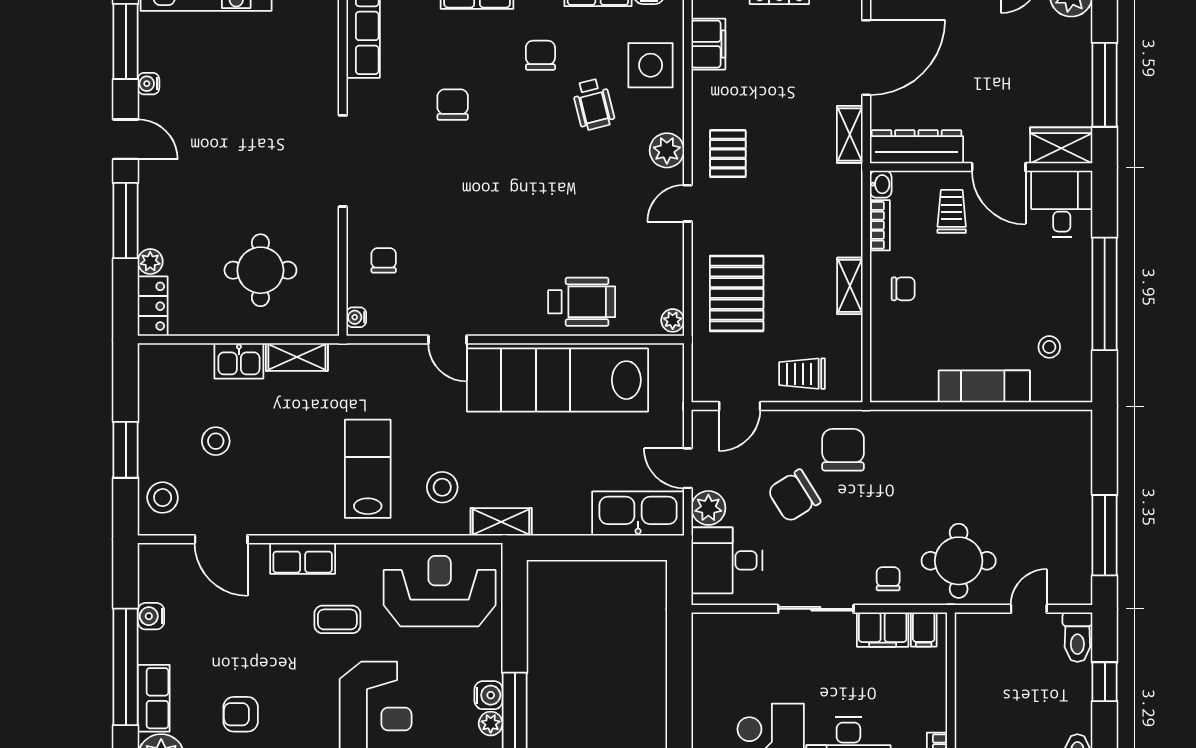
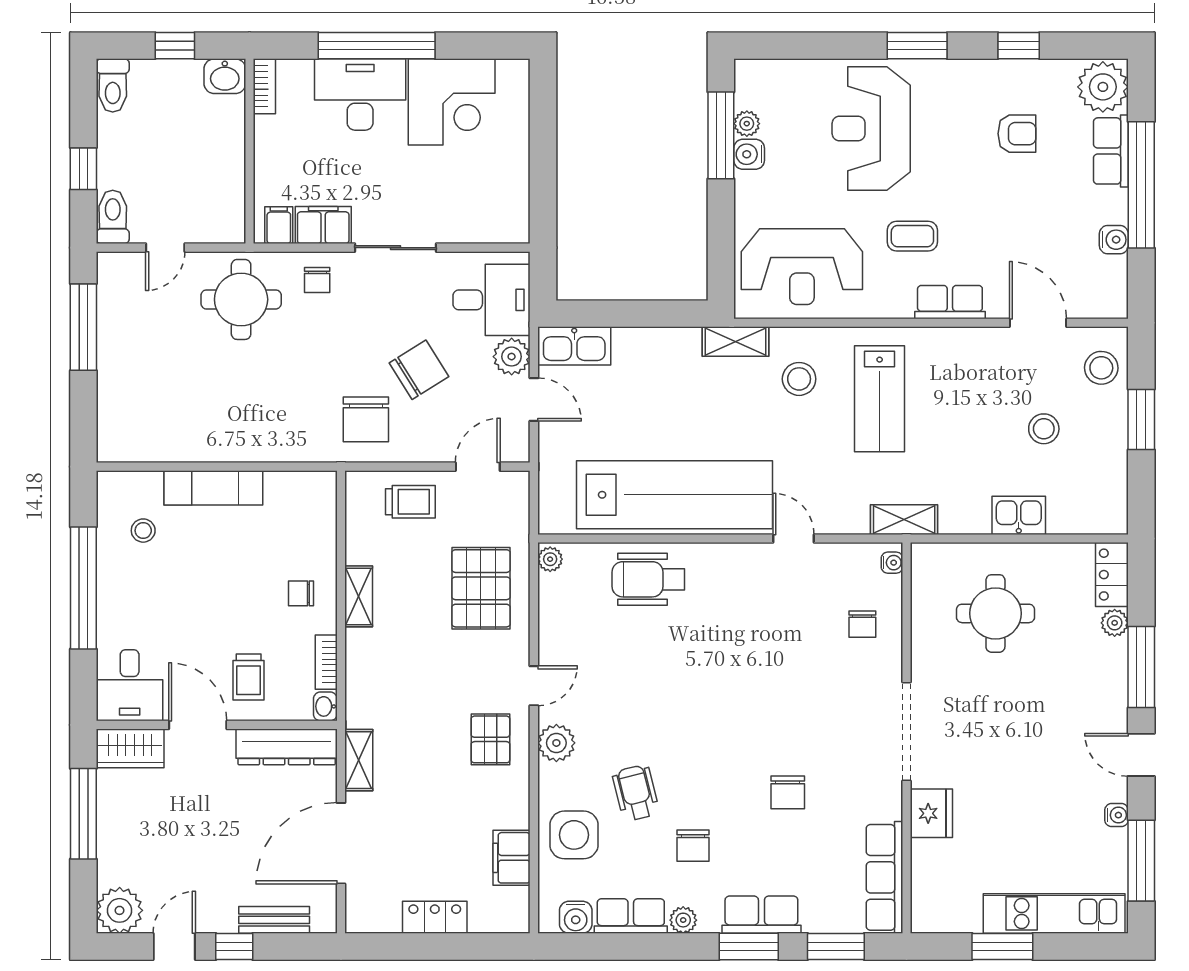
fridge: (320, 85) -> (931, 813), added
shelving: (297, 357) -> (904, 520), moved
kitchen sink: (638, 513) -> (574, 346), width x0.73, depth x0.81

